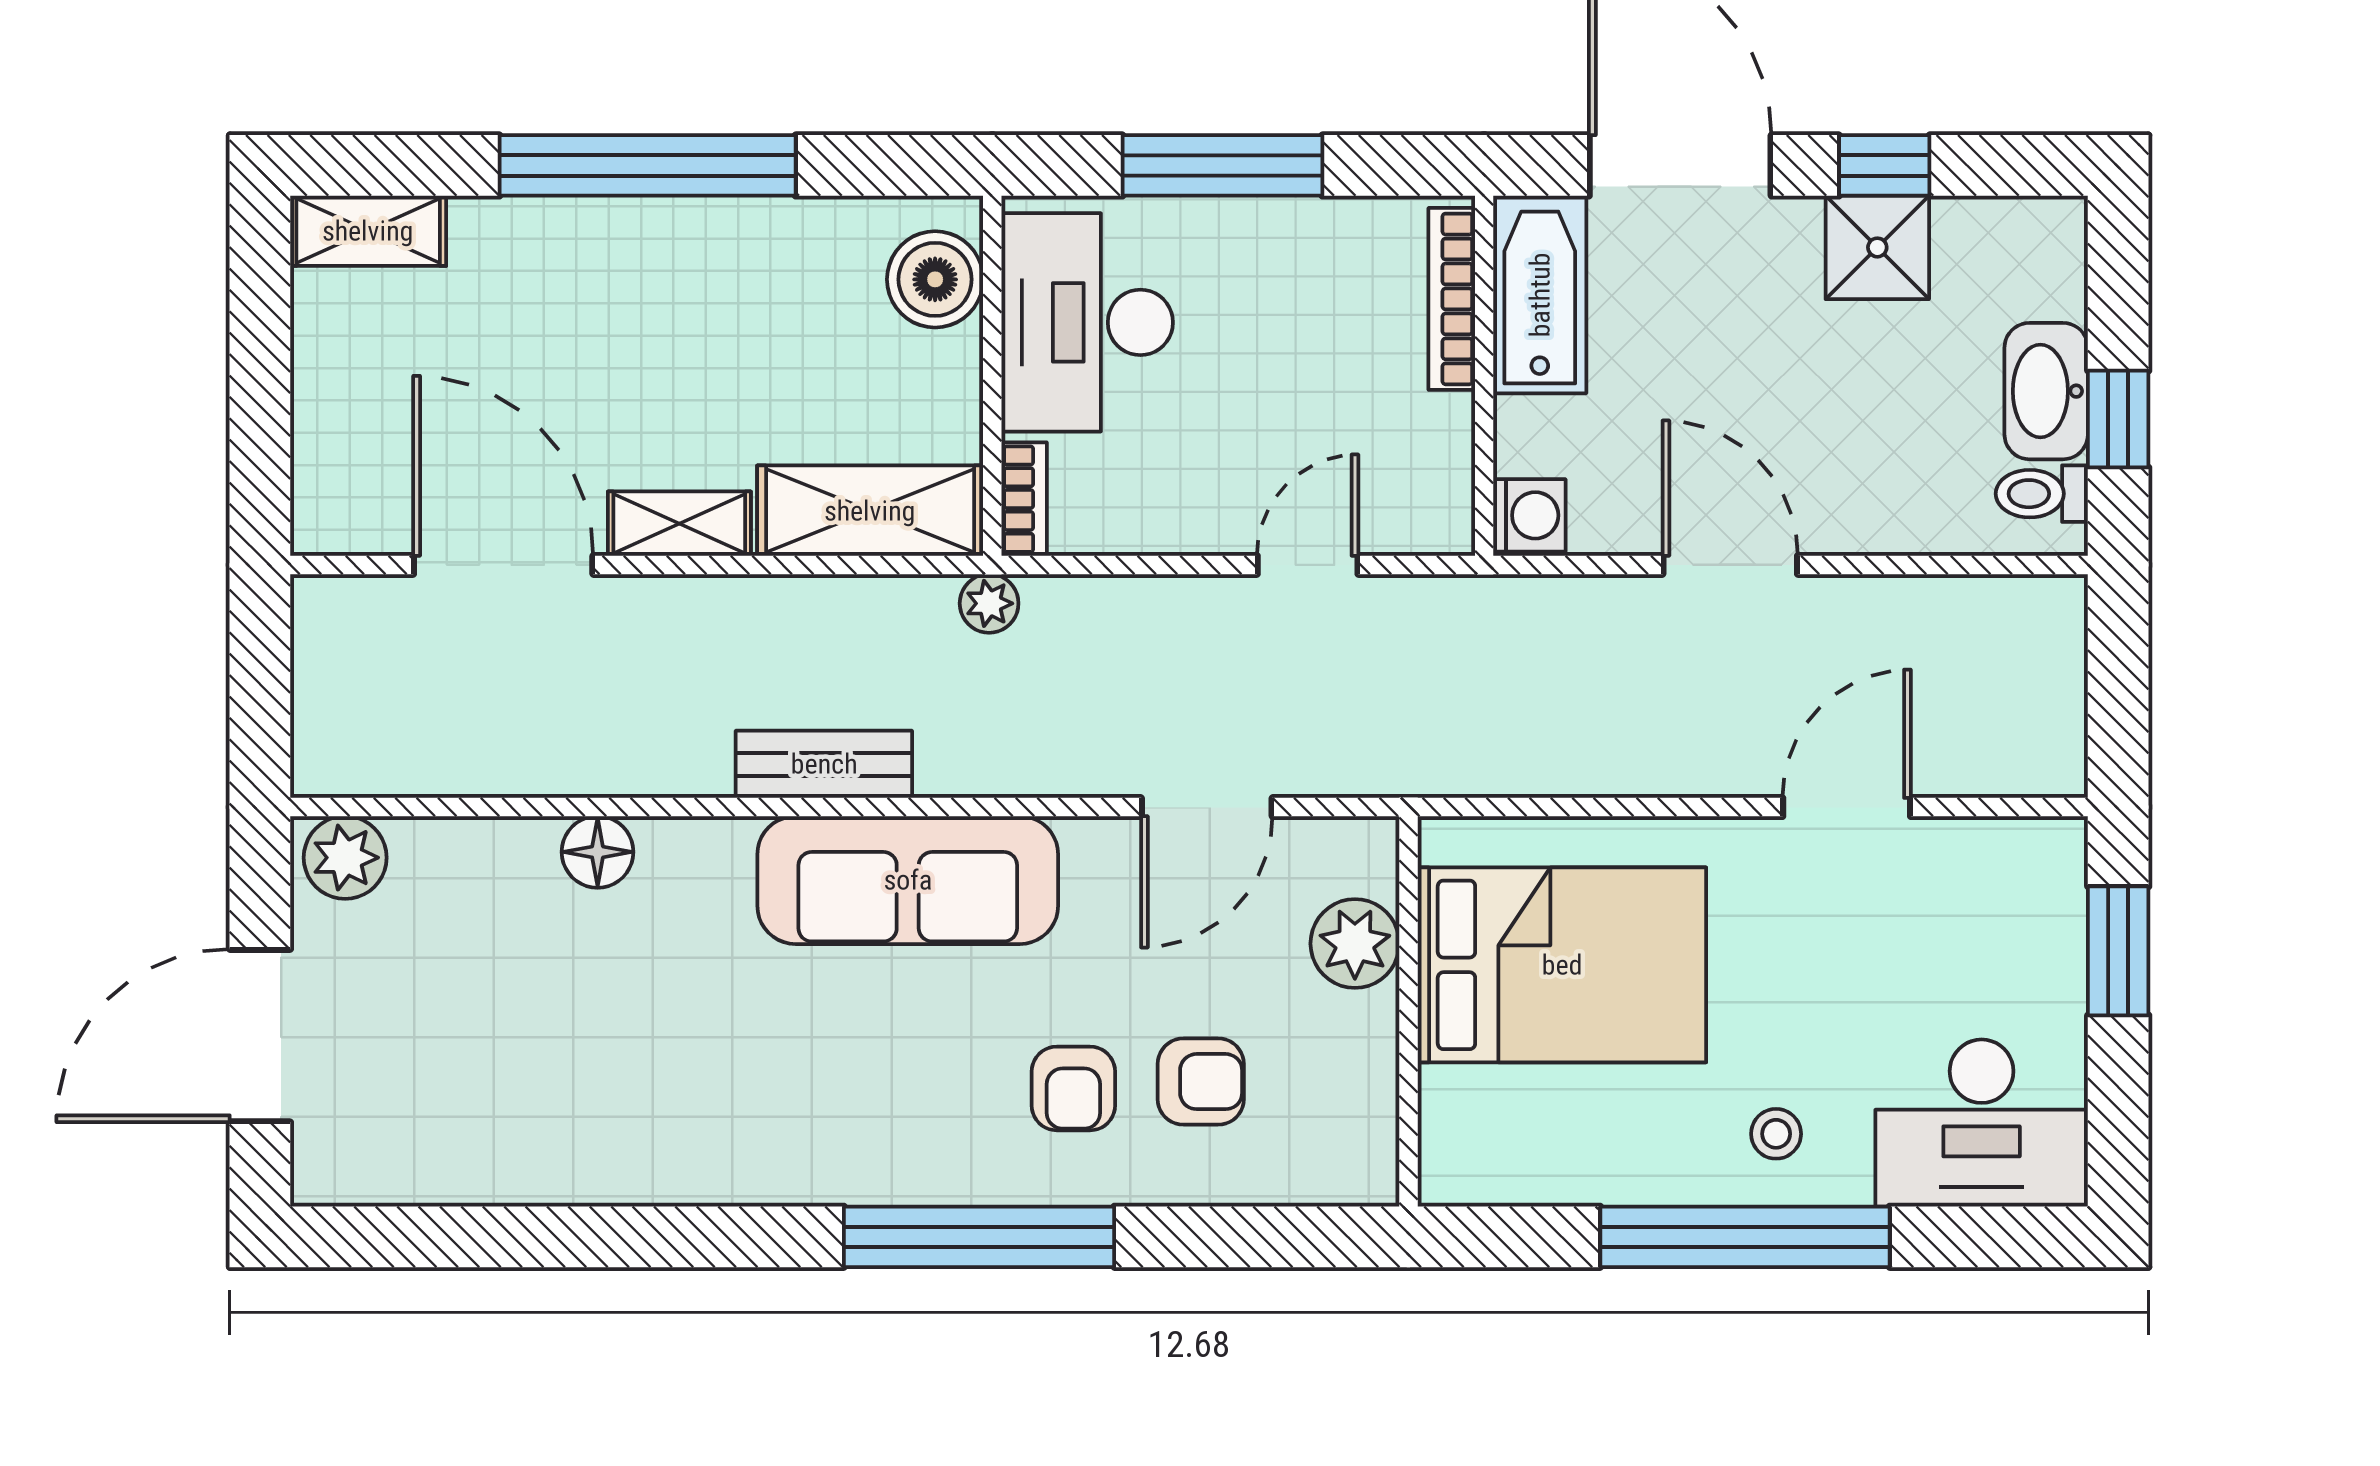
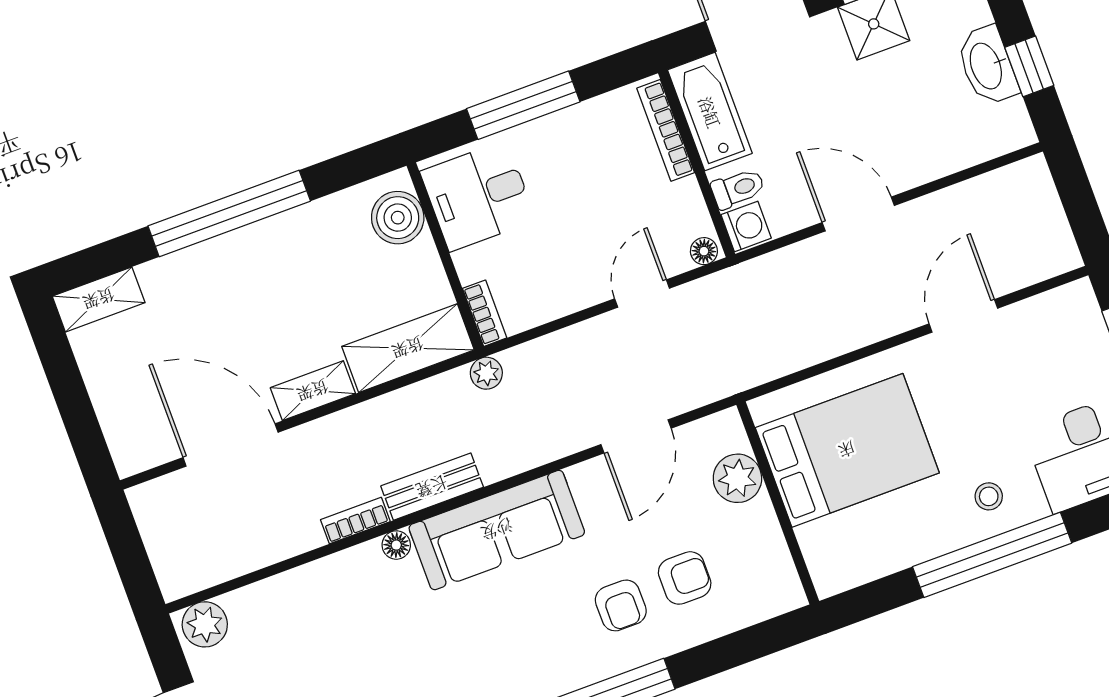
desk: (1087, 322) -> (478, 196), width x0.73
toilet: (2042, 494) -> (738, 188), moved, turned 180
floor lamp: (1441, 531) -> (704, 251), added
bookcase: (670, 774) -> (355, 521), added
floor lamp: (598, 852) -> (396, 545), moved, width x0.73, depth x0.73

